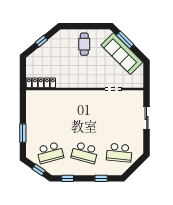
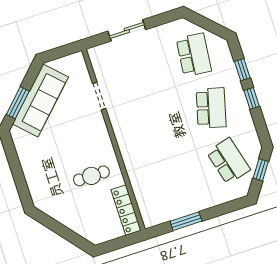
window: (41, 41) -> (62, 230), removed
cafe table: (84, 44) -> (91, 176), moved
window: (23, 133) -> (186, 221), moved
window: (68, 178) -> (252, 98), moved

